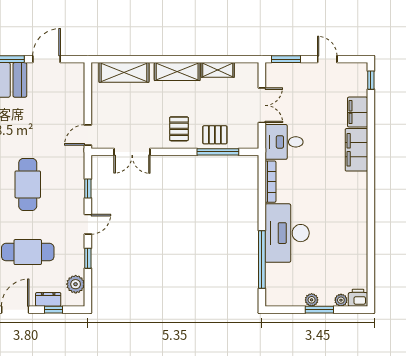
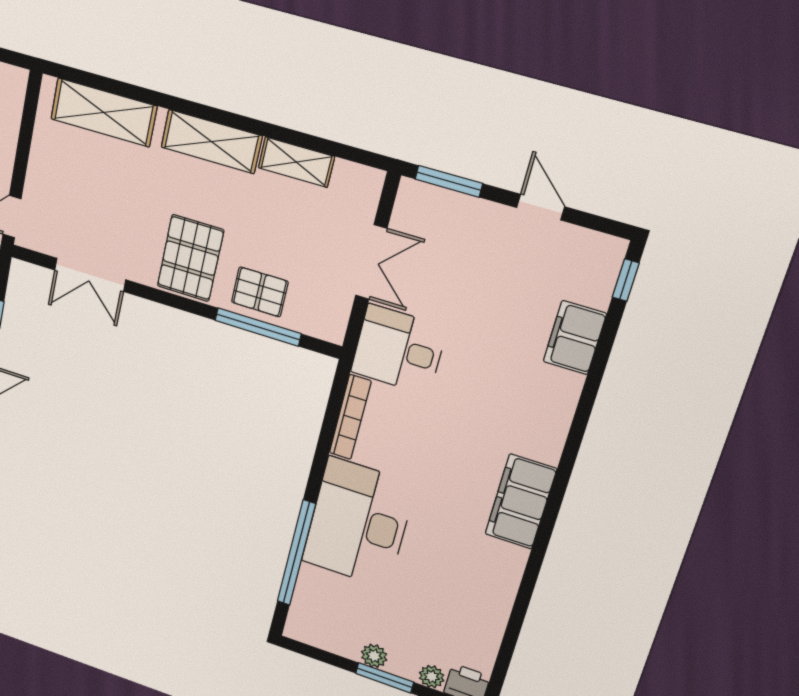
pallet: (179, 129) -> (190, 258), width x1.50, depth x1.42
filing cabinet: (356, 150) -> (521, 502), moved

